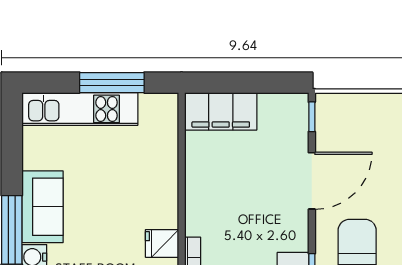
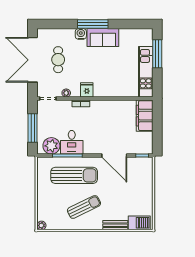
window: (112, 83) -> (157, 54), moved
kitchen unit: (80, 109) -> (146, 72), moved

